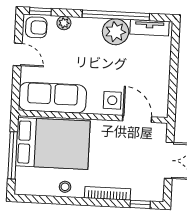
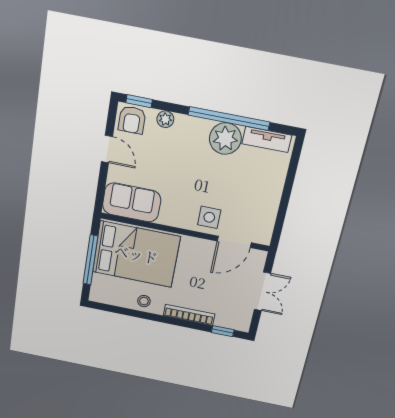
armchair: (36, 27) -> (132, 120), turned 90
sofa: (53, 98) -> (132, 202), width x0.73
door: (137, 119) -> (234, 242), swing flipped

